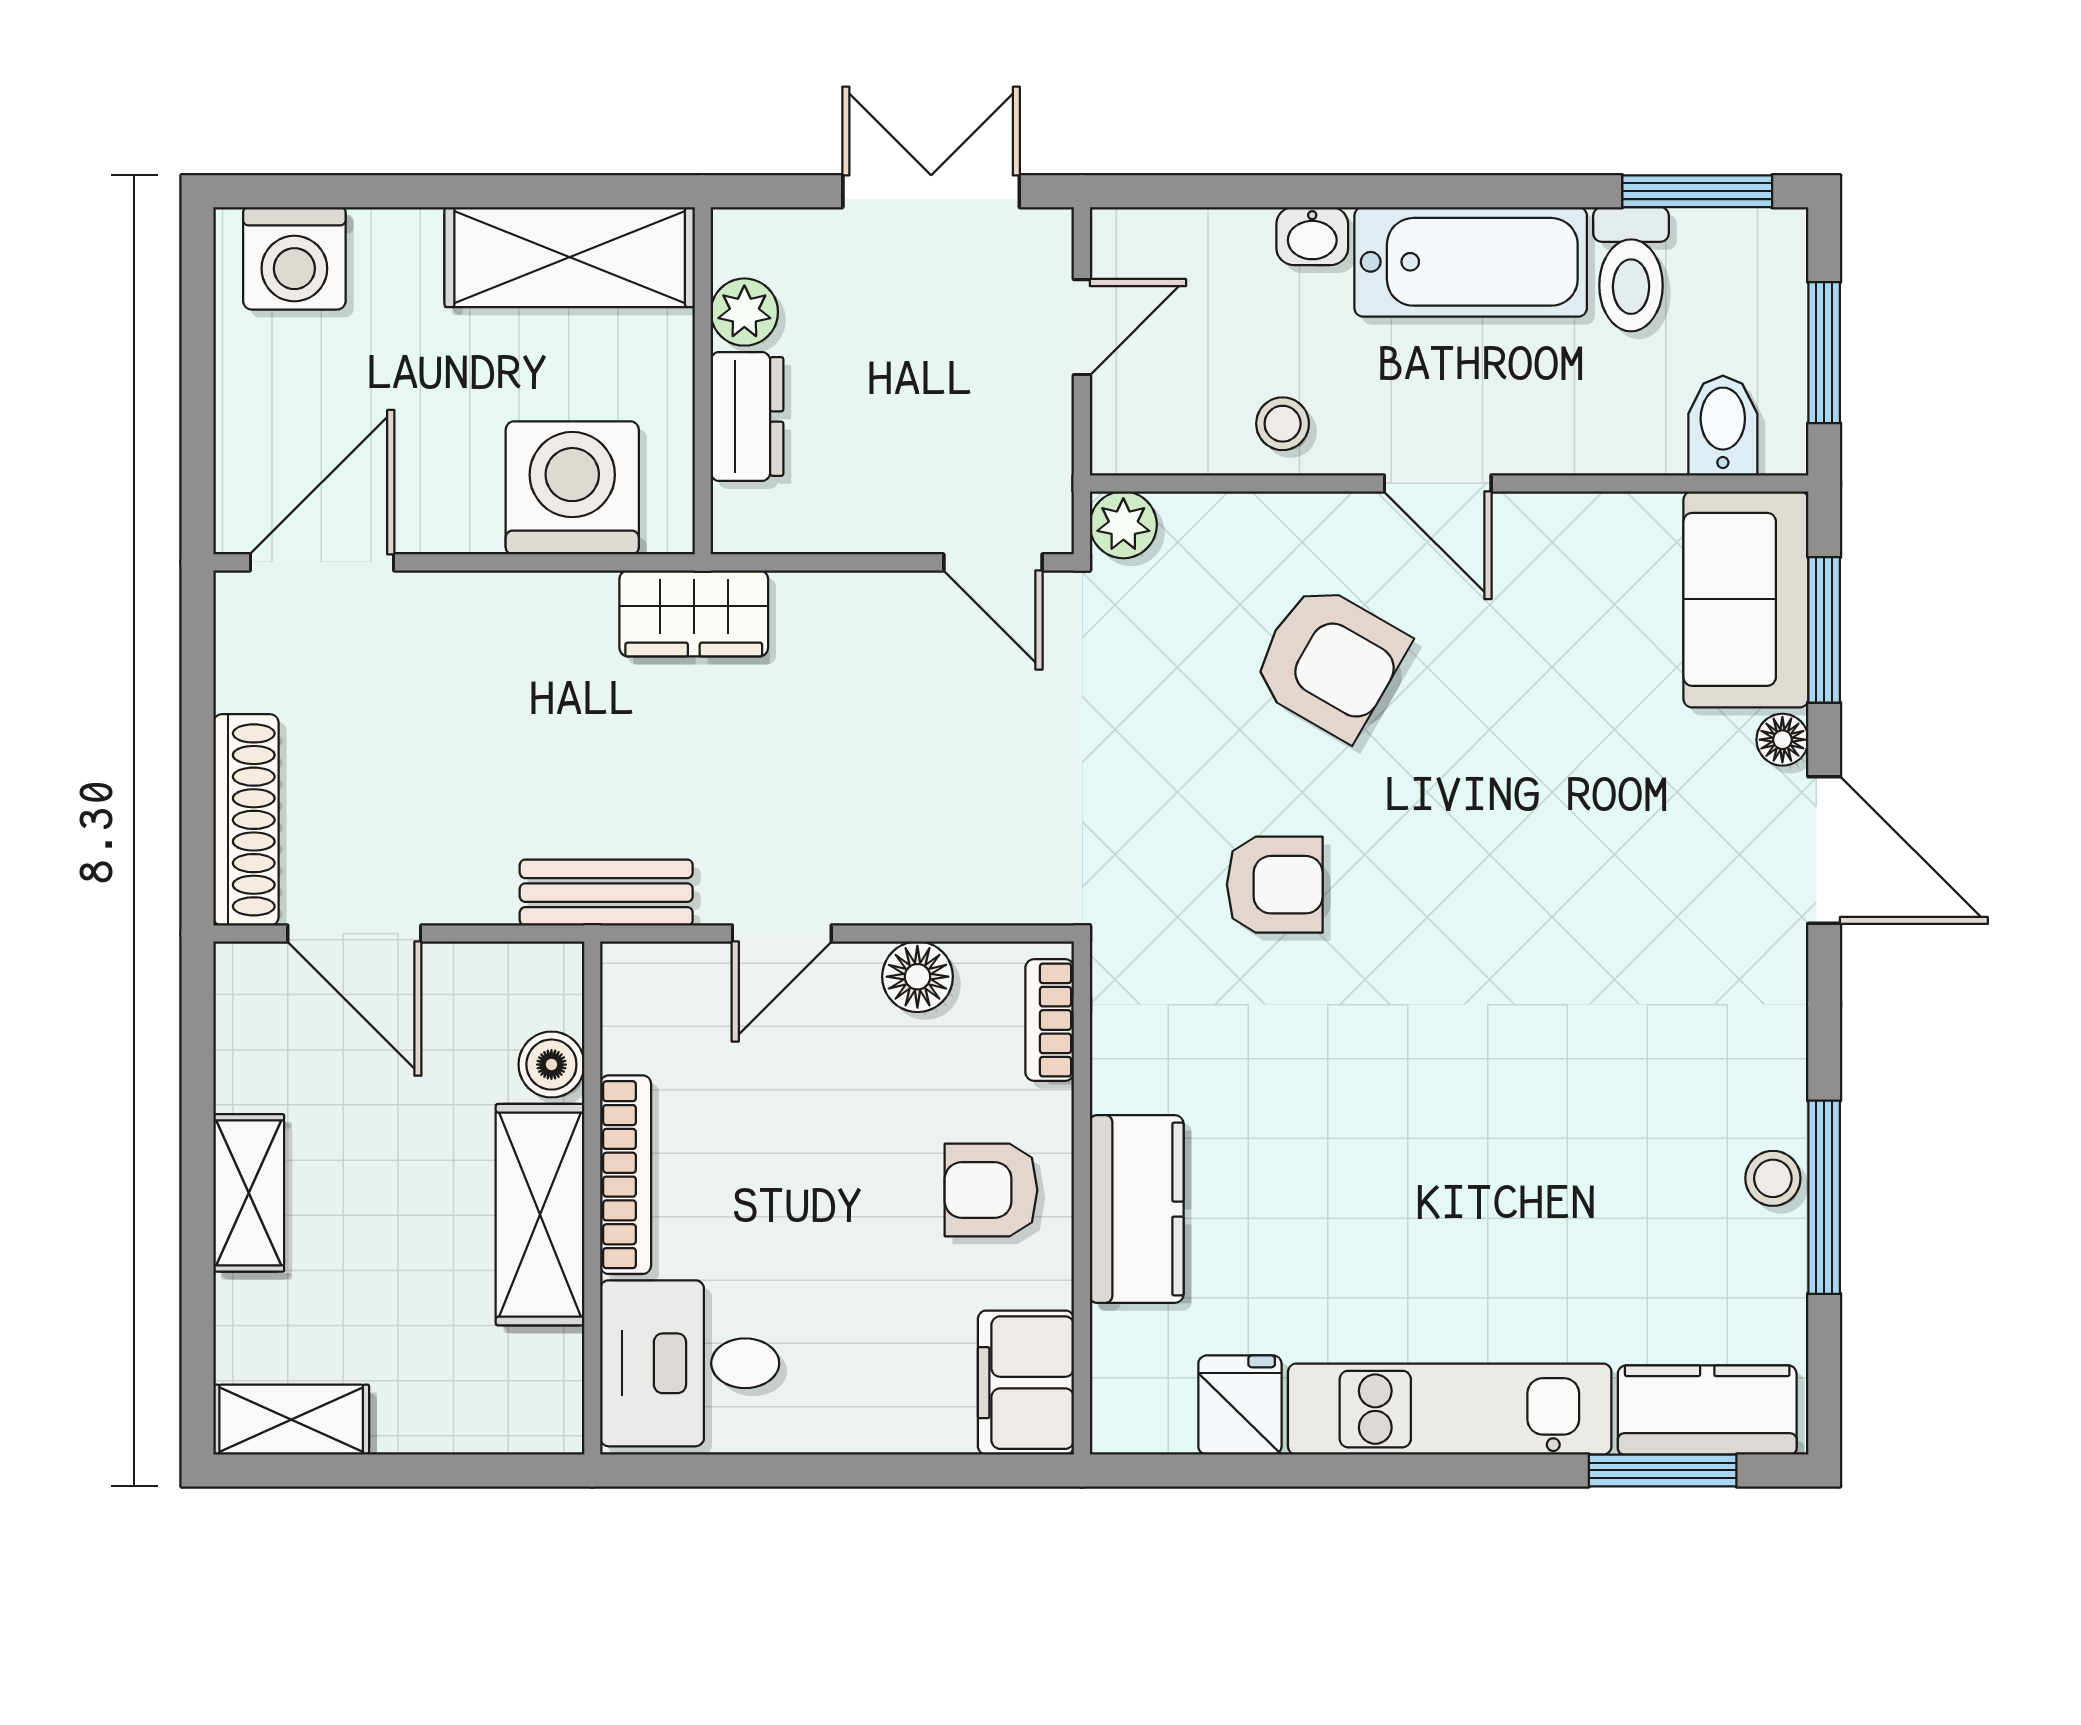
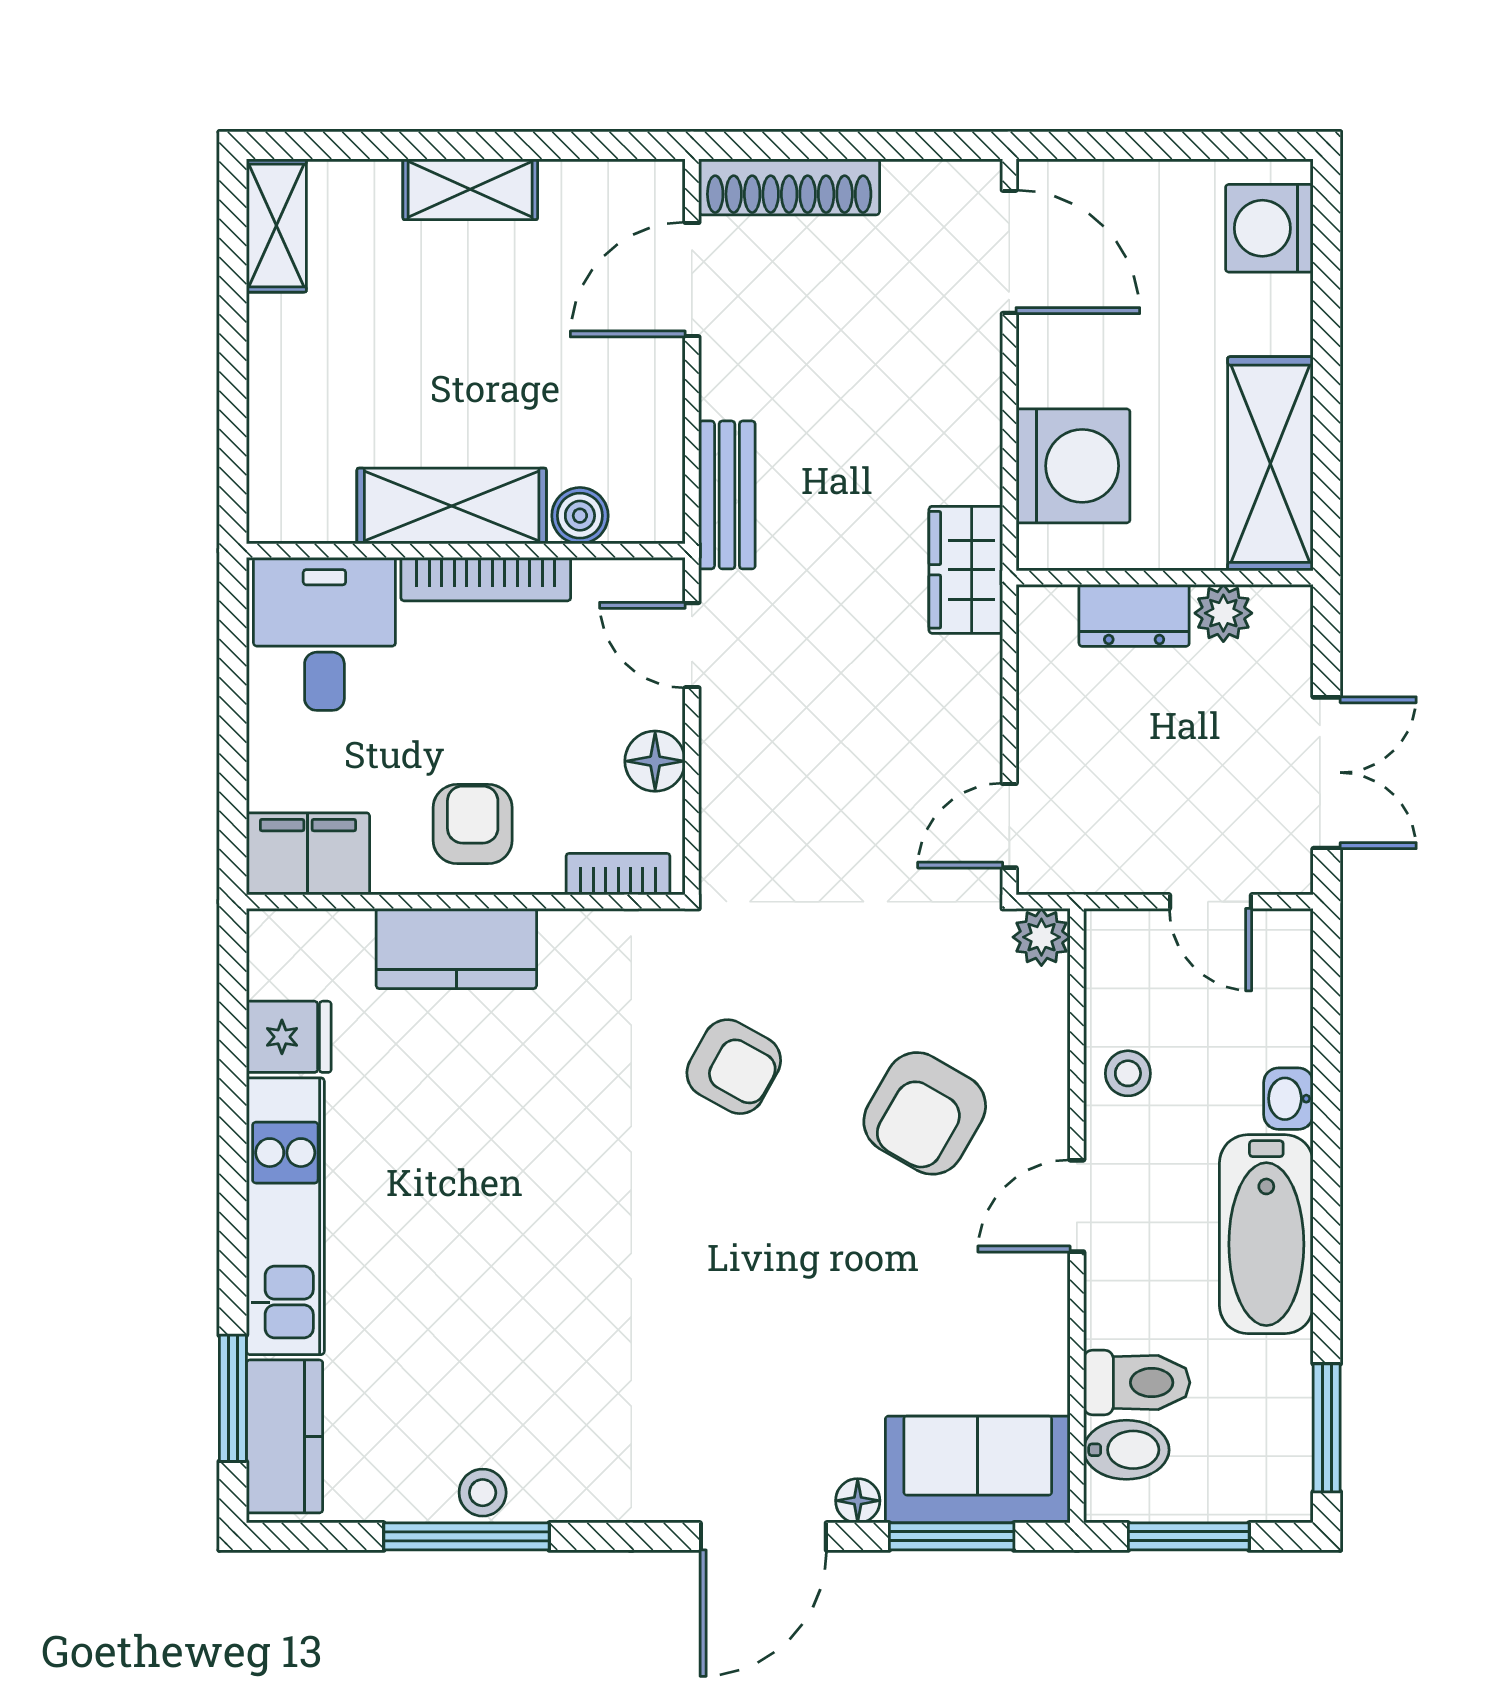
toilet: (1631, 269) -> (1137, 1383), moved, turned 180
armchair: (1275, 885) -> (734, 1067), turned -61
boiler: (551, 1065) -> (580, 516), moved
bookcase: (626, 1175) -> (486, 579), moved
wall: (592, 1198) -> (466, 551), moved
shelving: (540, 1215) -> (452, 506), moved
desk: (690, 1363) -> (324, 634), moved

